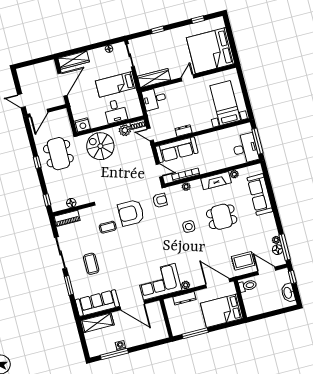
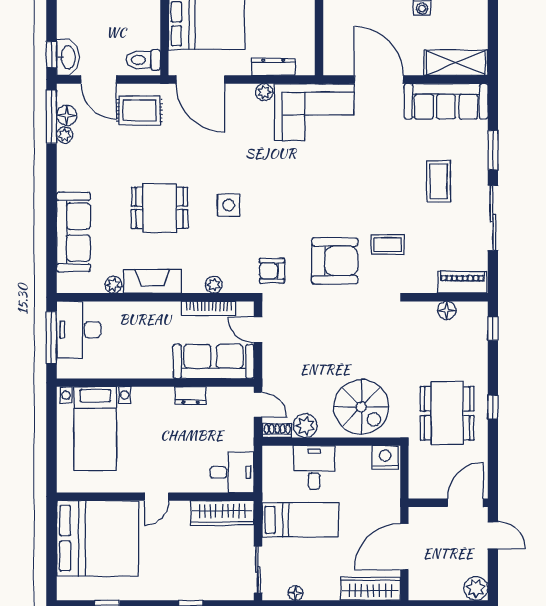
plant: (23, 73) -> (476, 588), added
washbasin: (288, 293) -> (68, 57), moved

